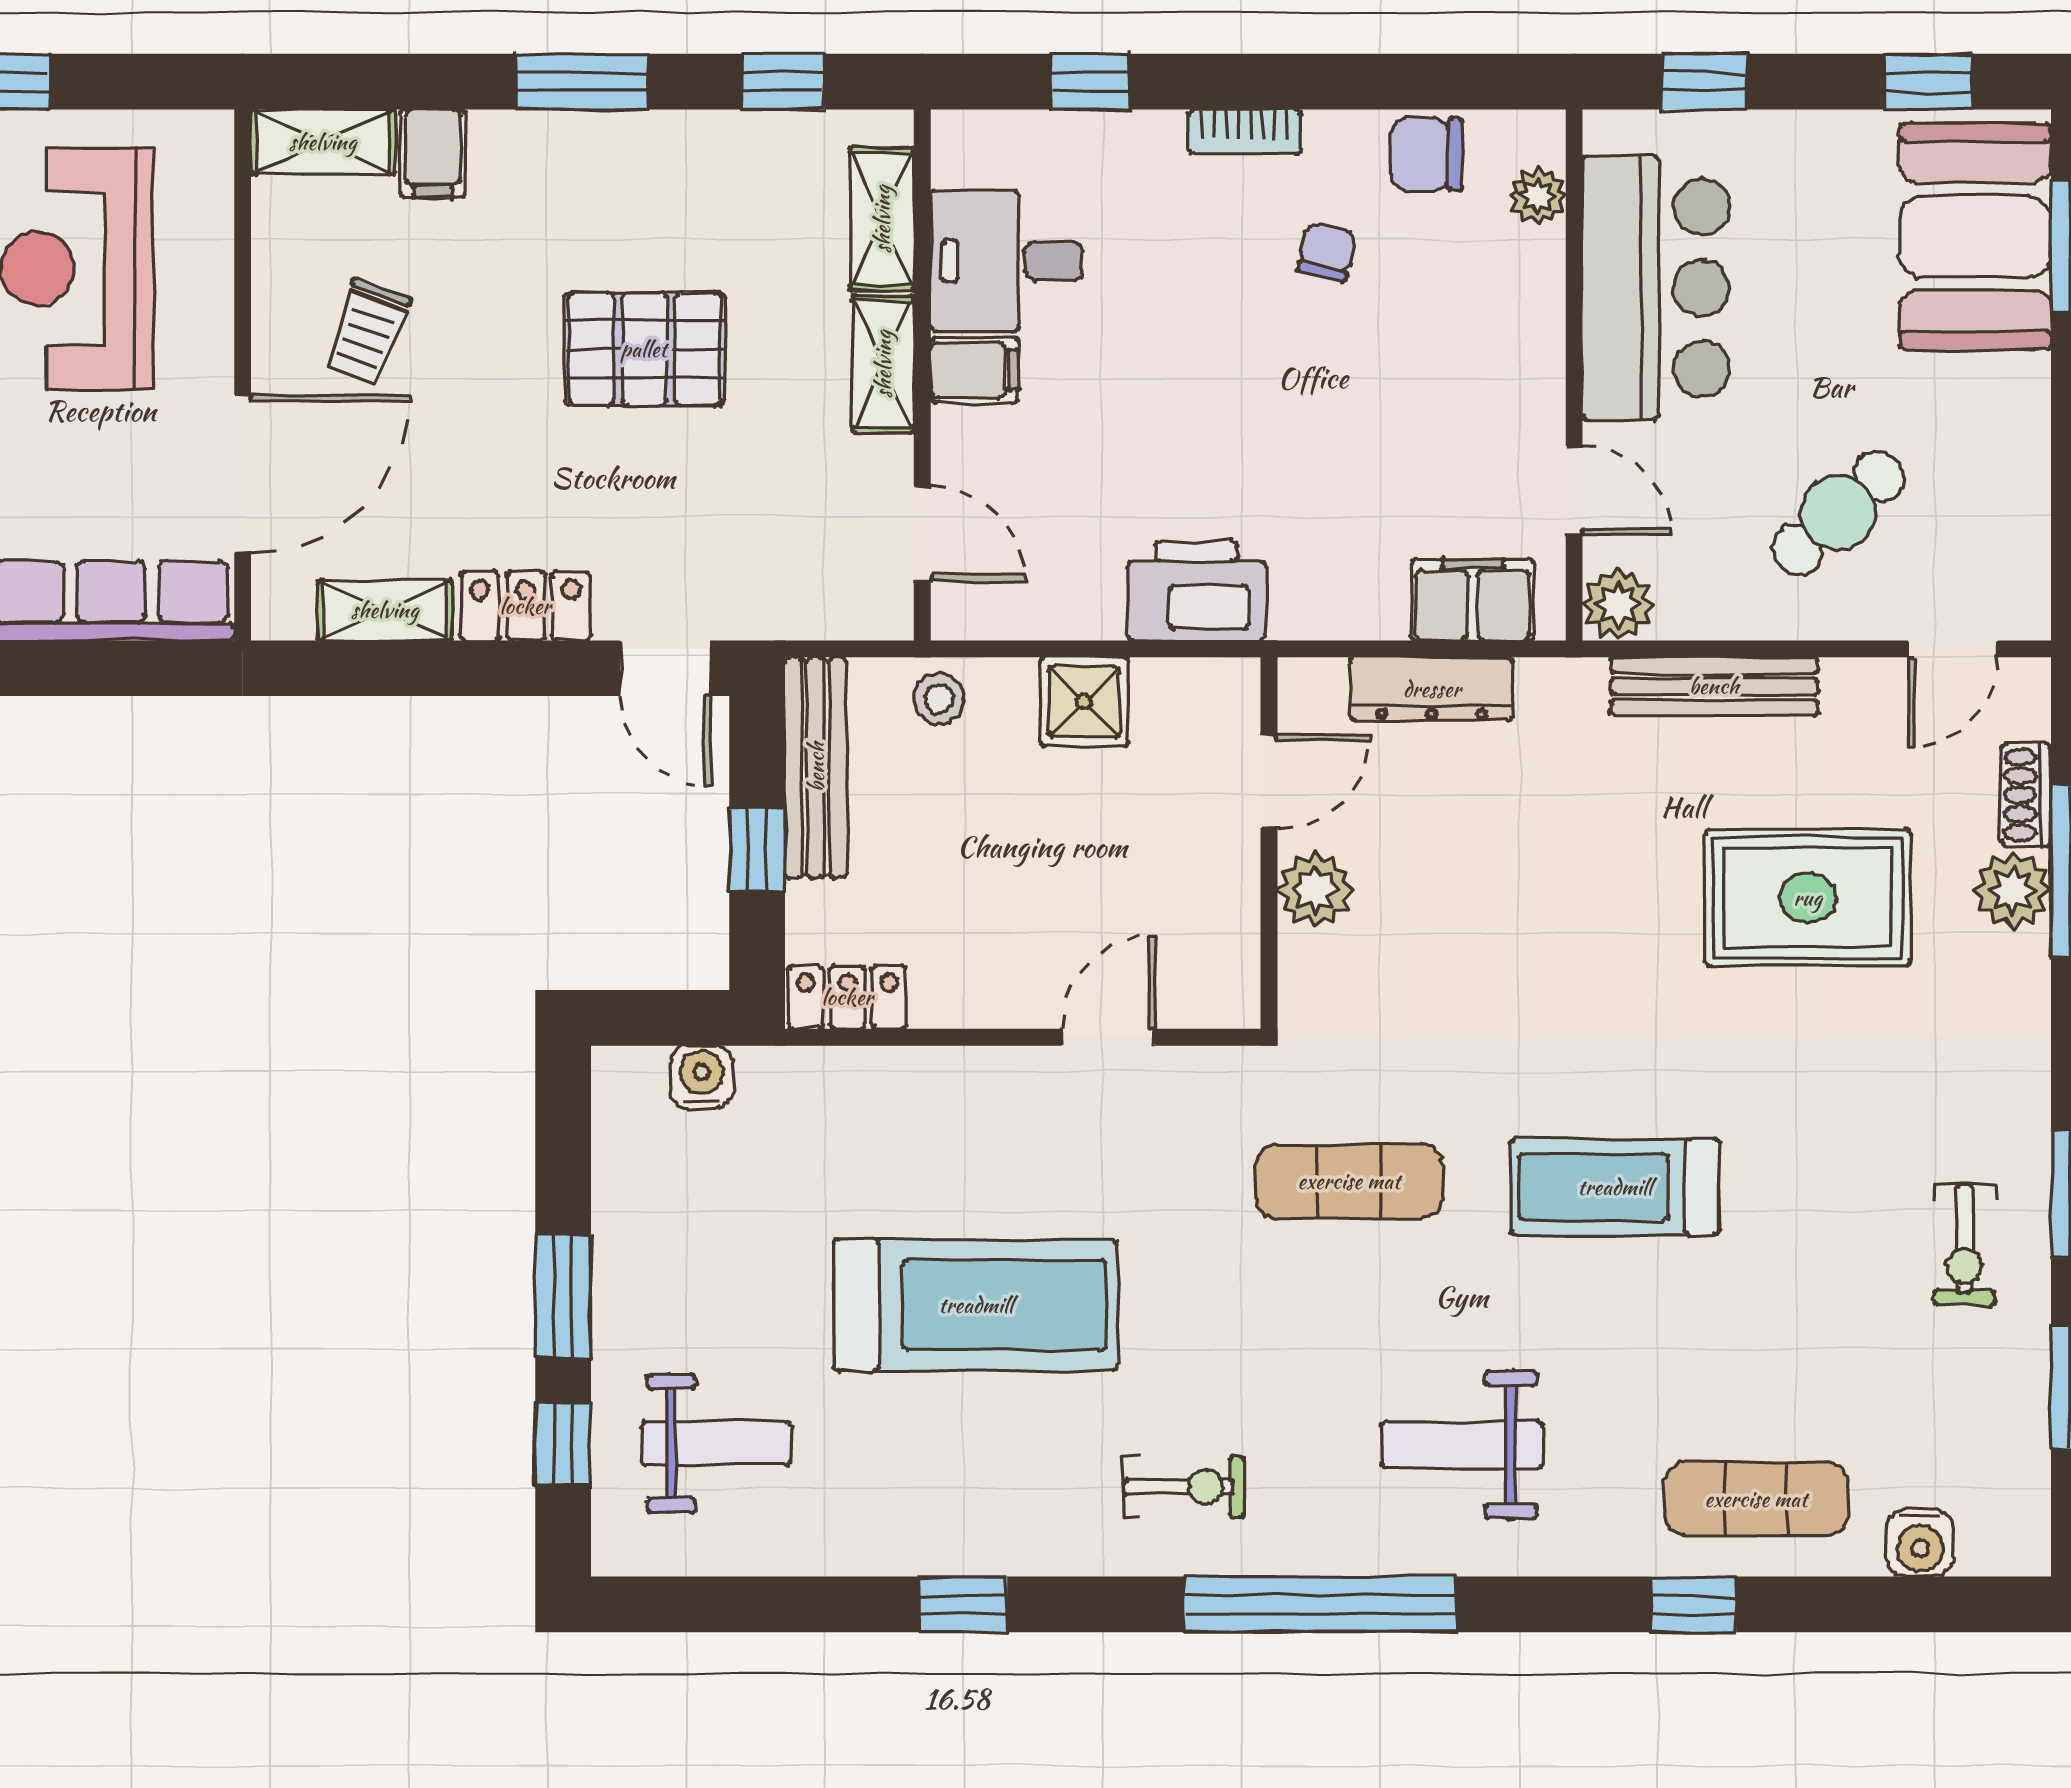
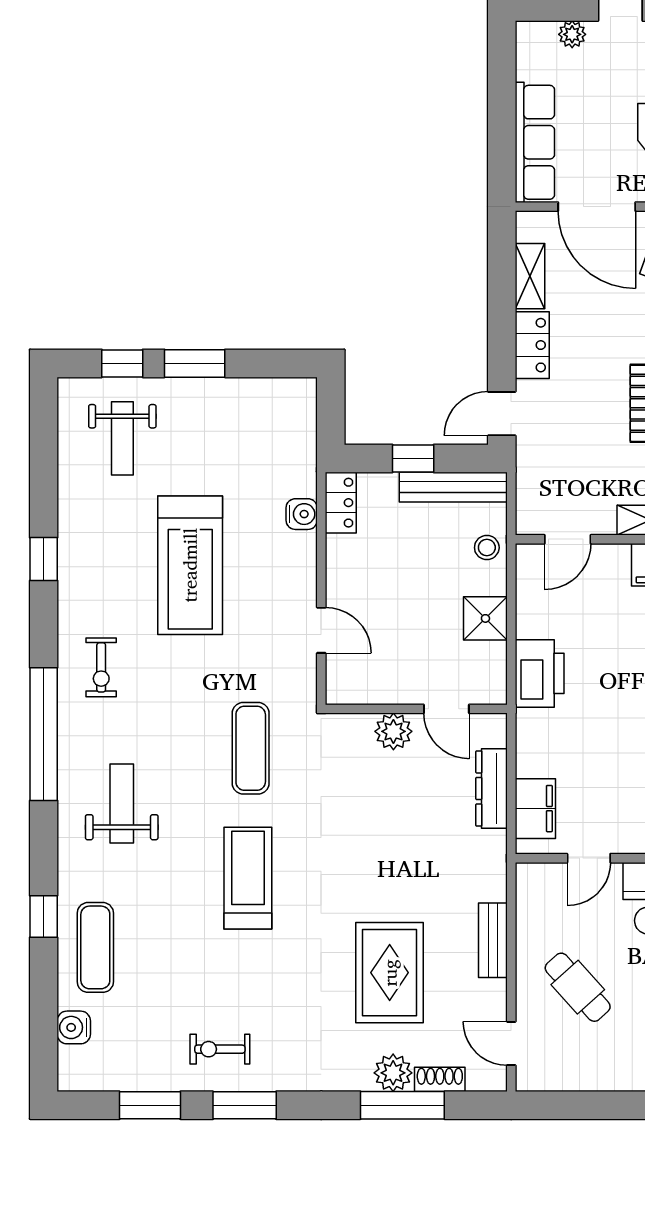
plant: (1618, 604) -> (533, 880), removed
bench: (1714, 686) -> (493, 940), width x0.73
water cooler: (702, 1077) -> (302, 514), moved

